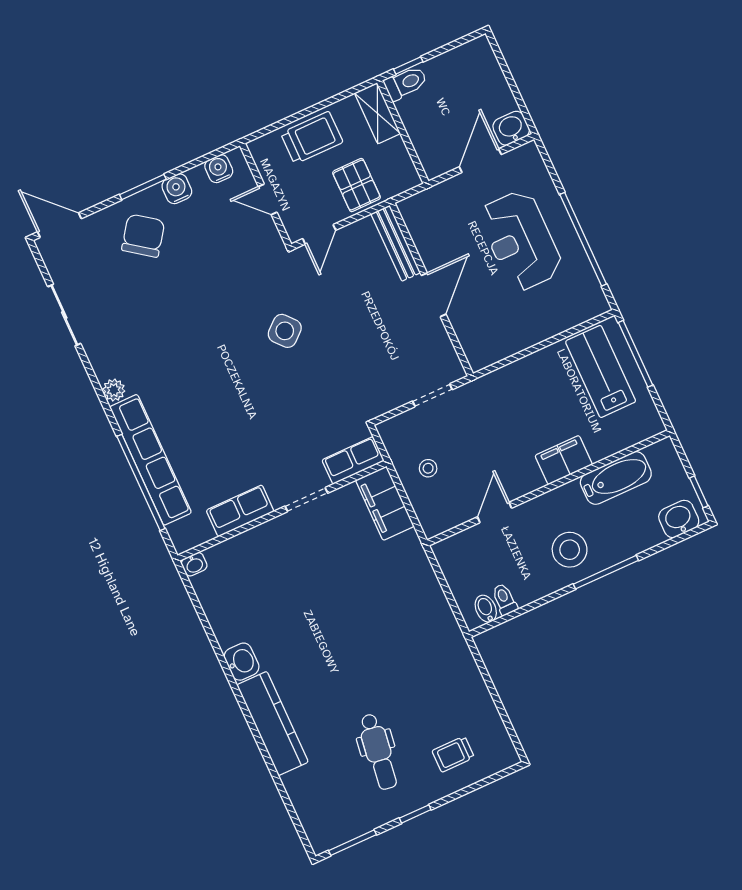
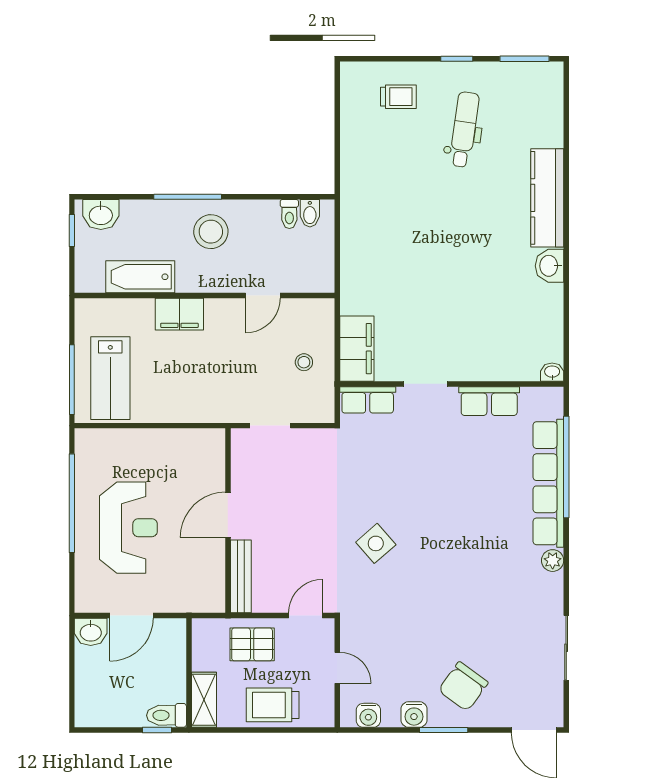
pallet: (357, 185) -> (252, 644), turned 90

